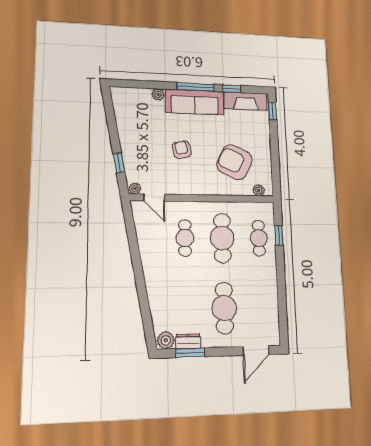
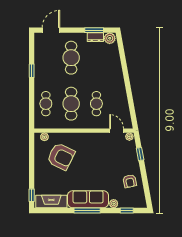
window: (232, 89) -> (127, 211), moved
armchair: (182, 150) -> (130, 181), moved
window: (279, 235) -> (32, 71), moved

